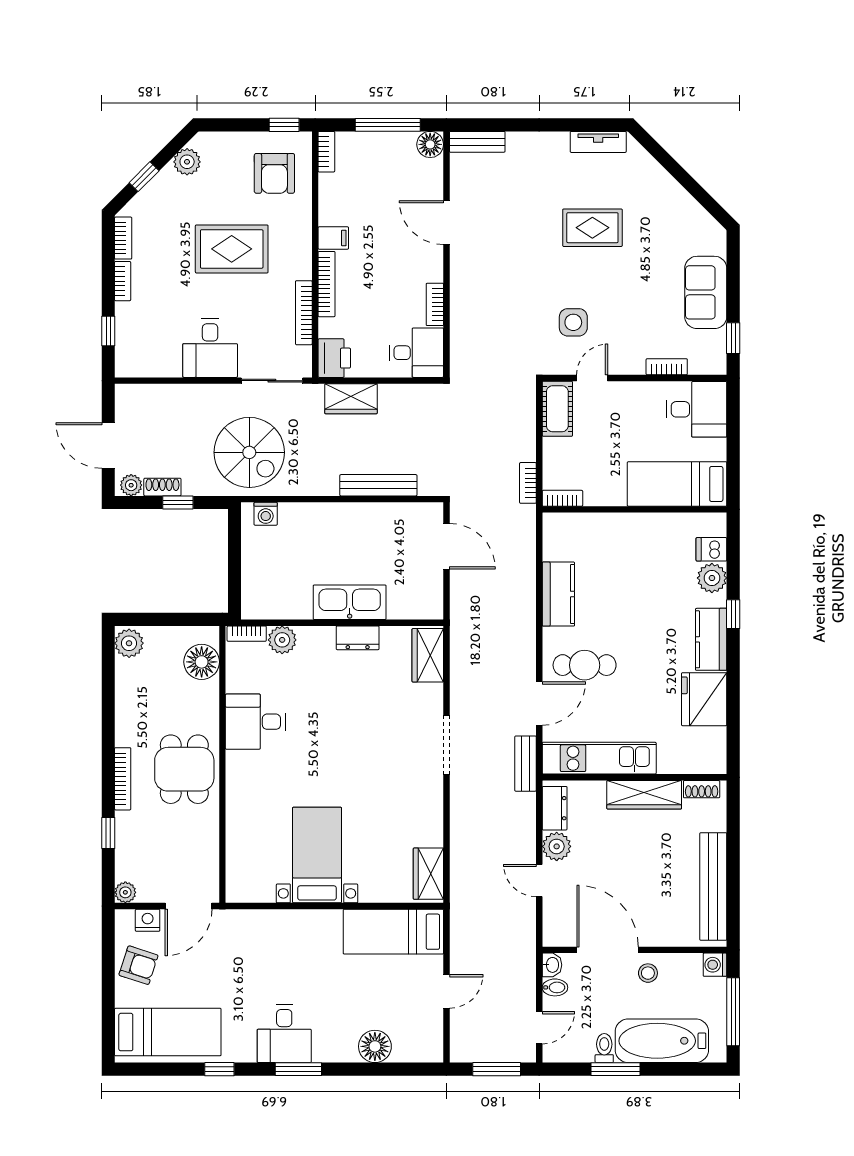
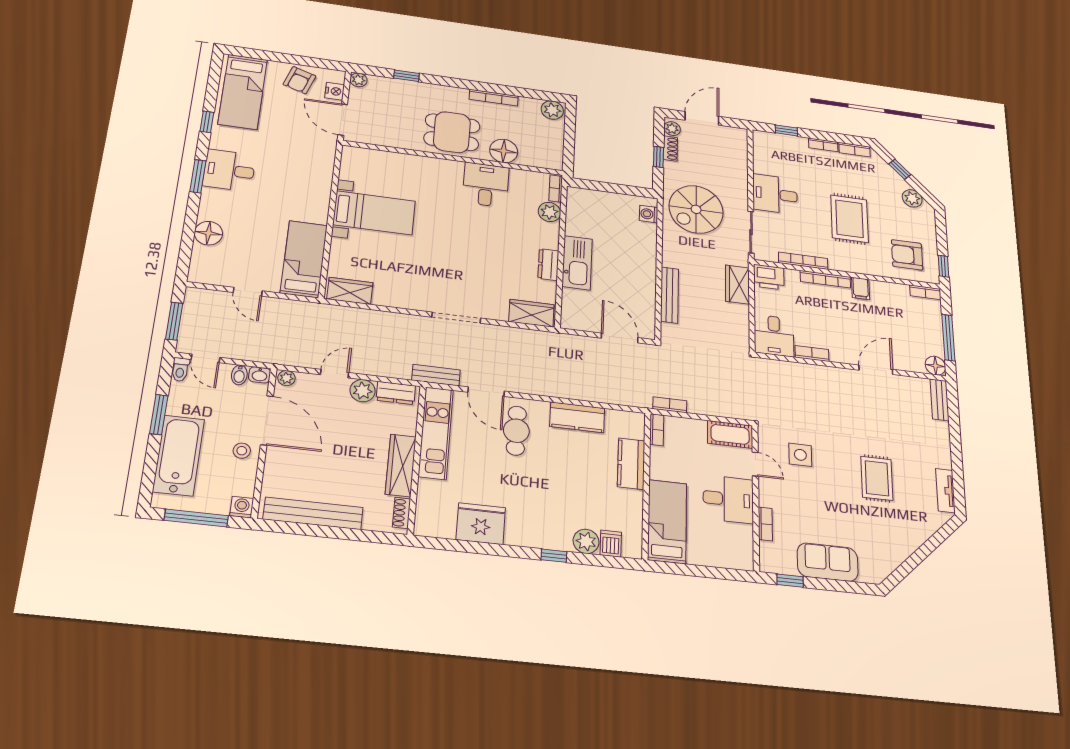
desk: (697, 409) -> (728, 499), moved, turned -90
door: (446, 546) -> (620, 338), swing flipped
kitchen counter: (711, 639) -> (631, 464), moved, turned -90
floor lamp: (202, 662) -> (504, 151), moved
bookcase: (123, 779) -> (494, 98), moved
plant: (552, 934) -> (286, 378), added
door: (608, 950) -> (267, 420), hinge flipped
toilet: (604, 1048) -> (180, 370), moved, turned 90

